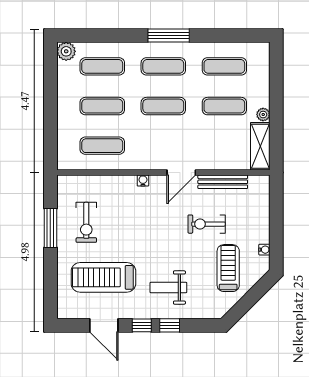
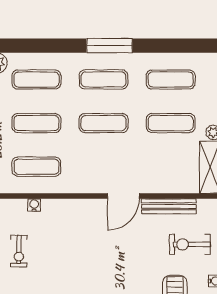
water cooler: (143, 181) -> (34, 205), moved
exercise bike: (86, 222) -> (19, 251), width x0.73, depth x0.72
exercise bike: (207, 224) -> (190, 244), moved

